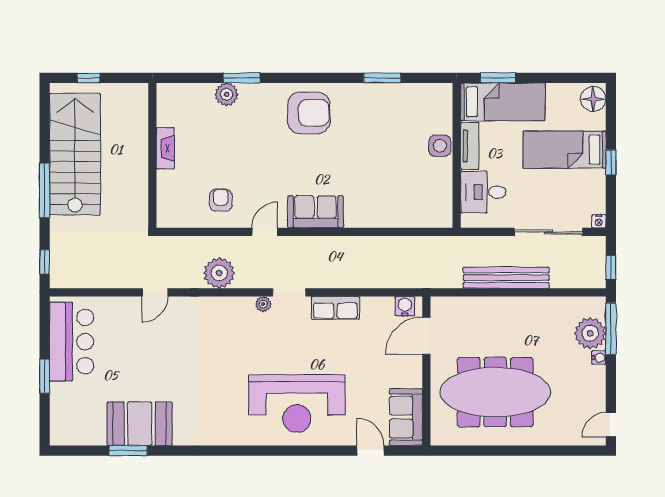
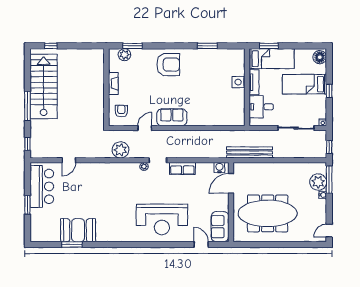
fireplace: (165, 148) -> (113, 83), moved
wall: (152, 155) -> (106, 87), moved
bench: (506, 278) -> (250, 152), moved
door: (155, 292) -> (69, 160), moved

